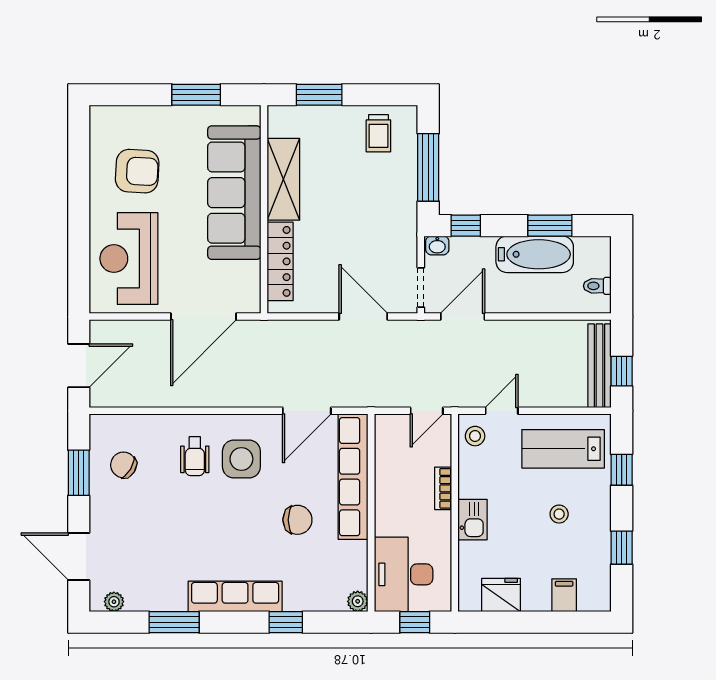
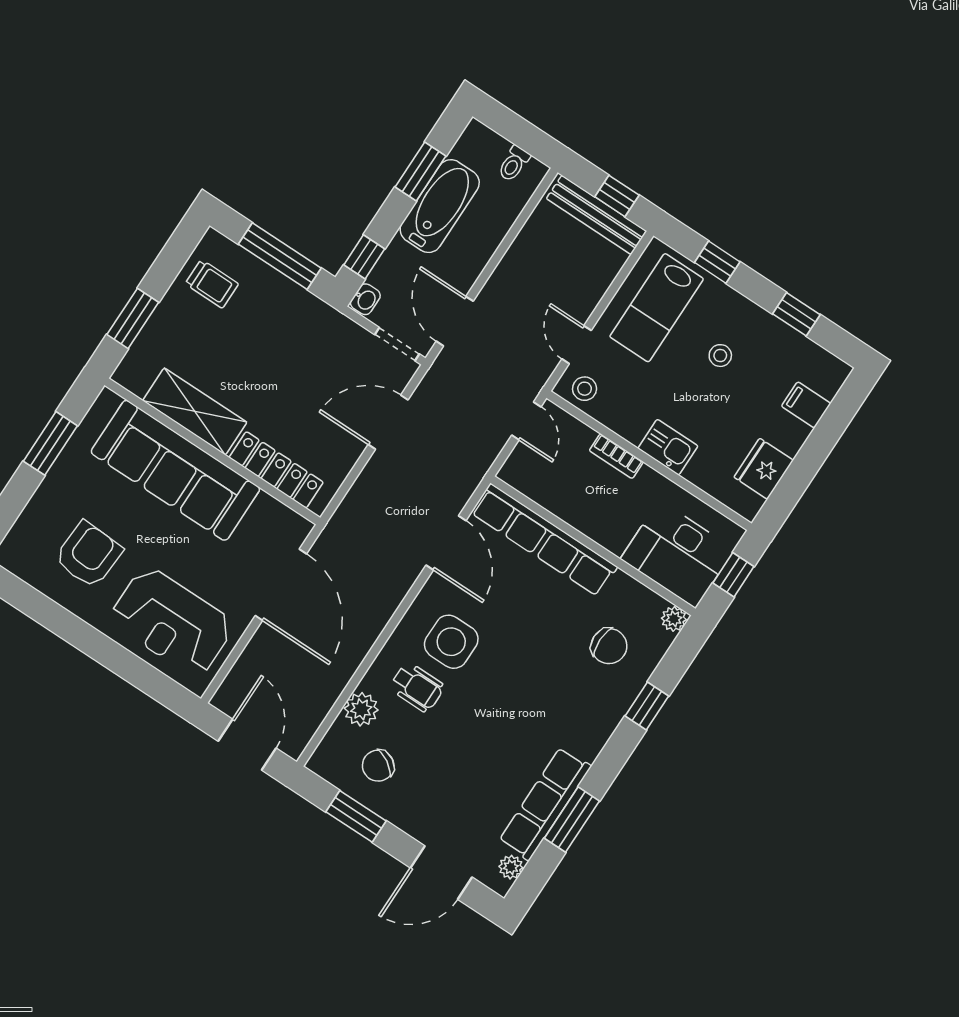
plant: (154, 428) -> (361, 709), added
chair: (297, 520) -> (609, 646), moved, turned 90
row of seats: (235, 596) -> (545, 804), moved

